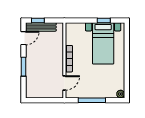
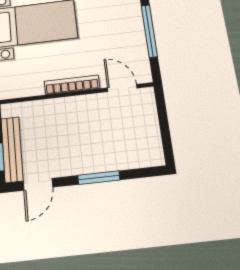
door: (23, 38) -> (38, 184), swing flipped

